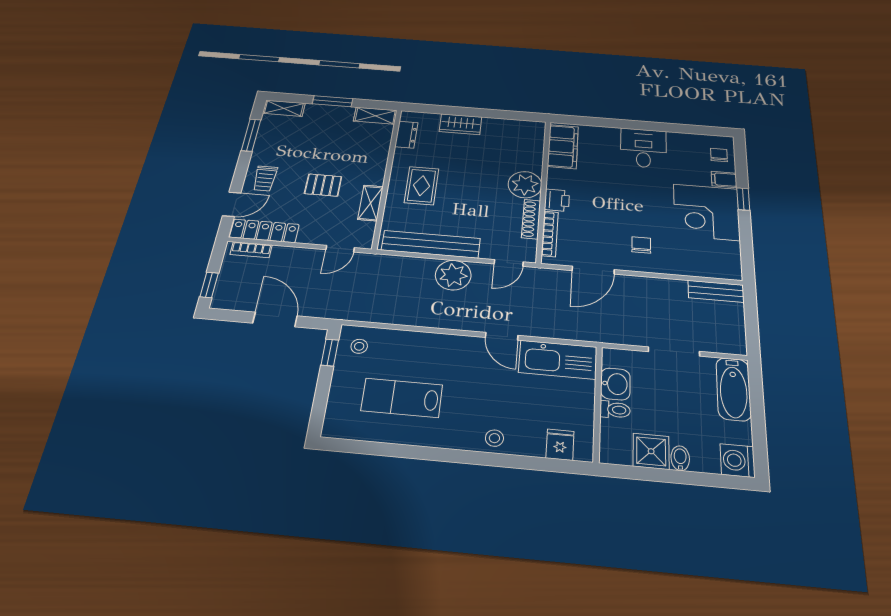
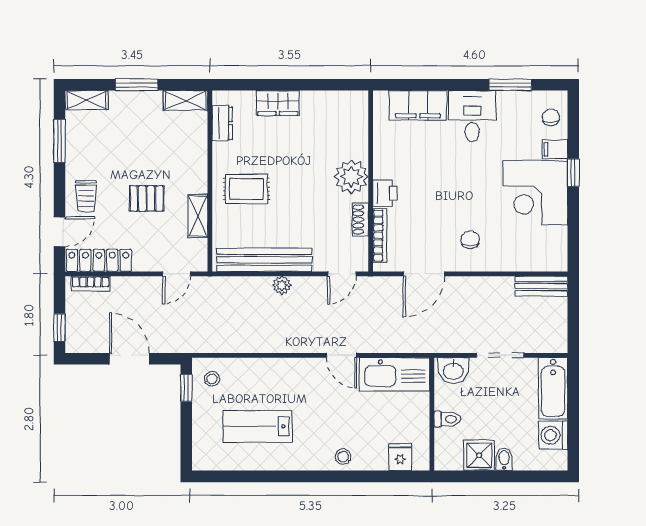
window: (679, 128) -> (510, 85), added
filing cabinet: (563, 146) -> (418, 105), moved, turned 90
rug: (421, 186) -> (246, 189), turned 90
shoe rack: (531, 219) -> (360, 219), width x0.70
plant: (453, 275) -> (282, 285), width x0.53, depth x0.53
washbasin: (615, 384) -> (453, 371), moved, turned 90
washing machine: (738, 460) -> (553, 435), moved

